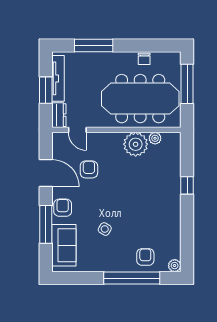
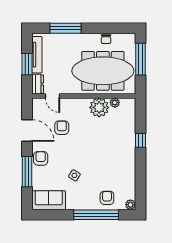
sofa: (64, 245) -> (49, 200), moved, turned -90

